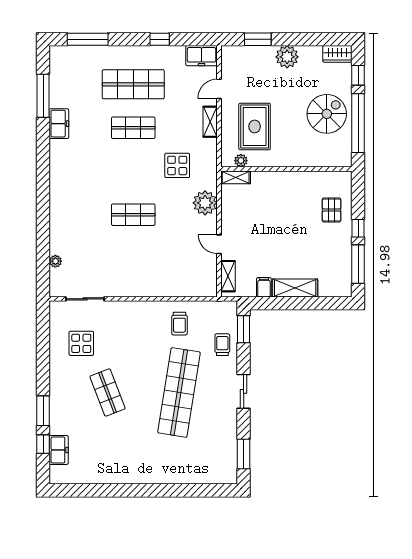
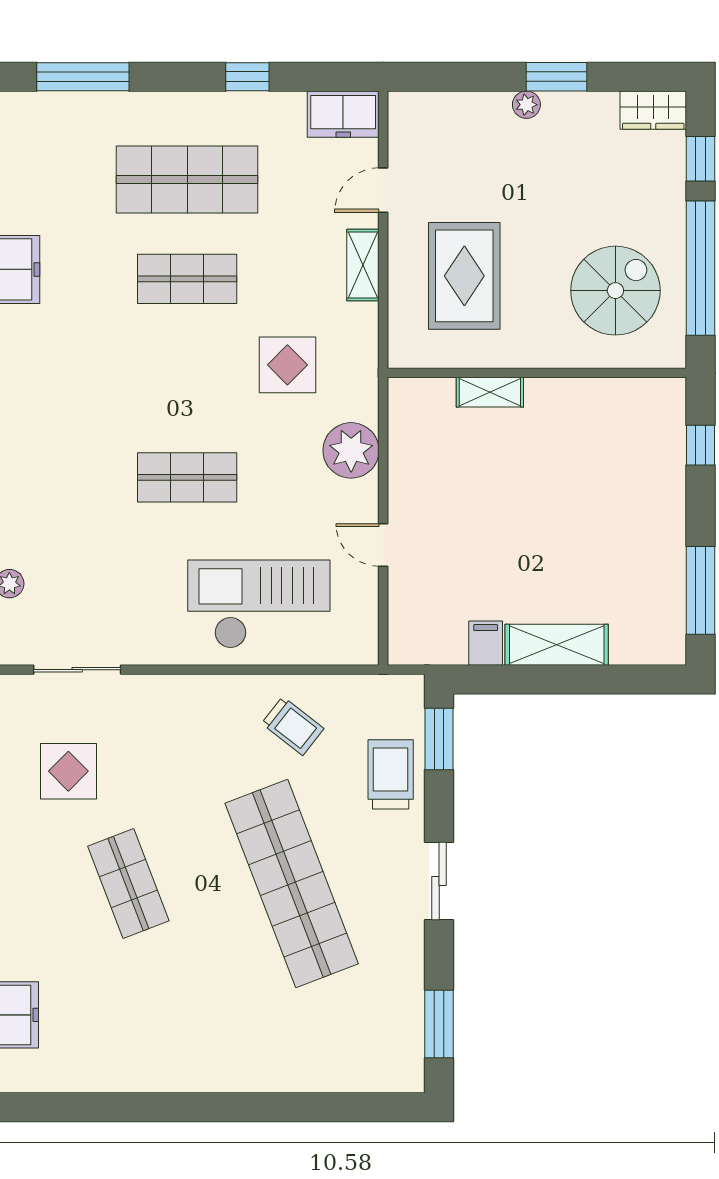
window: (258, 39) -> (557, 77), moved
plant: (287, 57) -> (526, 105), width x0.53, depth x0.53
spiral stairs: (327, 114) -> (615, 291), moved
plant: (241, 161) -> (433, 354), removed
shelving: (236, 177) -> (490, 392), moved
pallet: (332, 210) -> (640, 467), removed
window: (358, 228) -> (701, 445), moved
checkout: (165, 270) -> (259, 604), added
shelving: (228, 276) -> (404, 618), removed
trolley: (179, 324) -> (293, 726), turned -52
trolley: (222, 345) -> (391, 774), width x1.36, depth x1.39
shop shelf: (179, 392) -> (292, 884), turned -30

